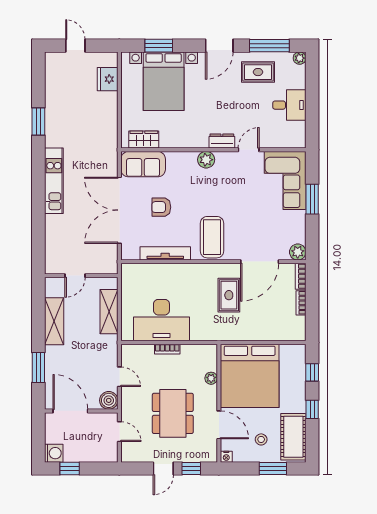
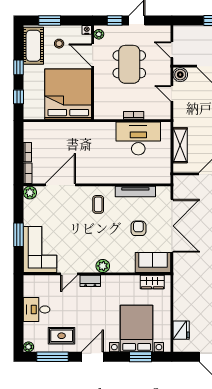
armchair: (161, 207) -> (138, 228), turned -90
coffee table: (212, 237) -> (98, 204), width x0.54, depth x0.58
rug: (229, 295) -> (85, 158), removed
plant: (211, 378) -> (99, 34), moved

